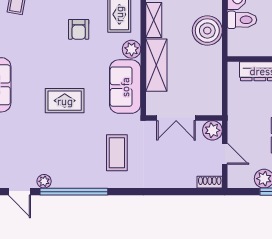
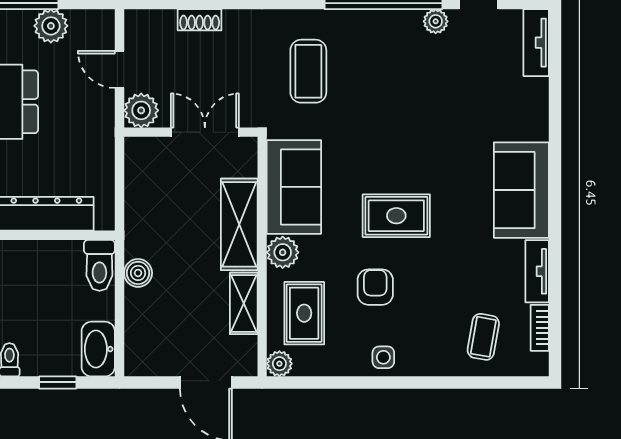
toilet: (242, 20) -> (99, 265), moved, turned -90
boiler: (207, 31) -> (138, 273), width x0.54, depth x0.54
rug: (65, 101) -> (396, 216), moved
shoe rack: (210, 182) -> (200, 20), moved

